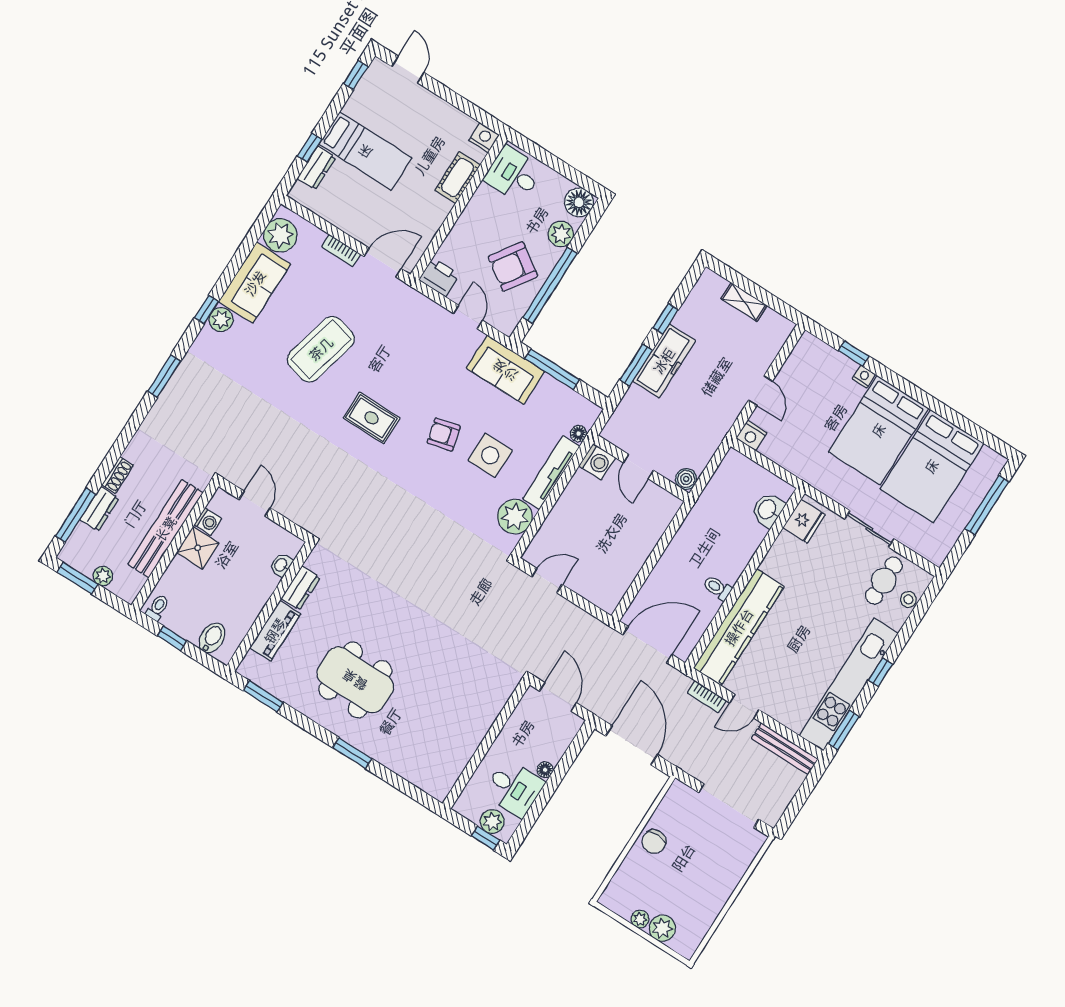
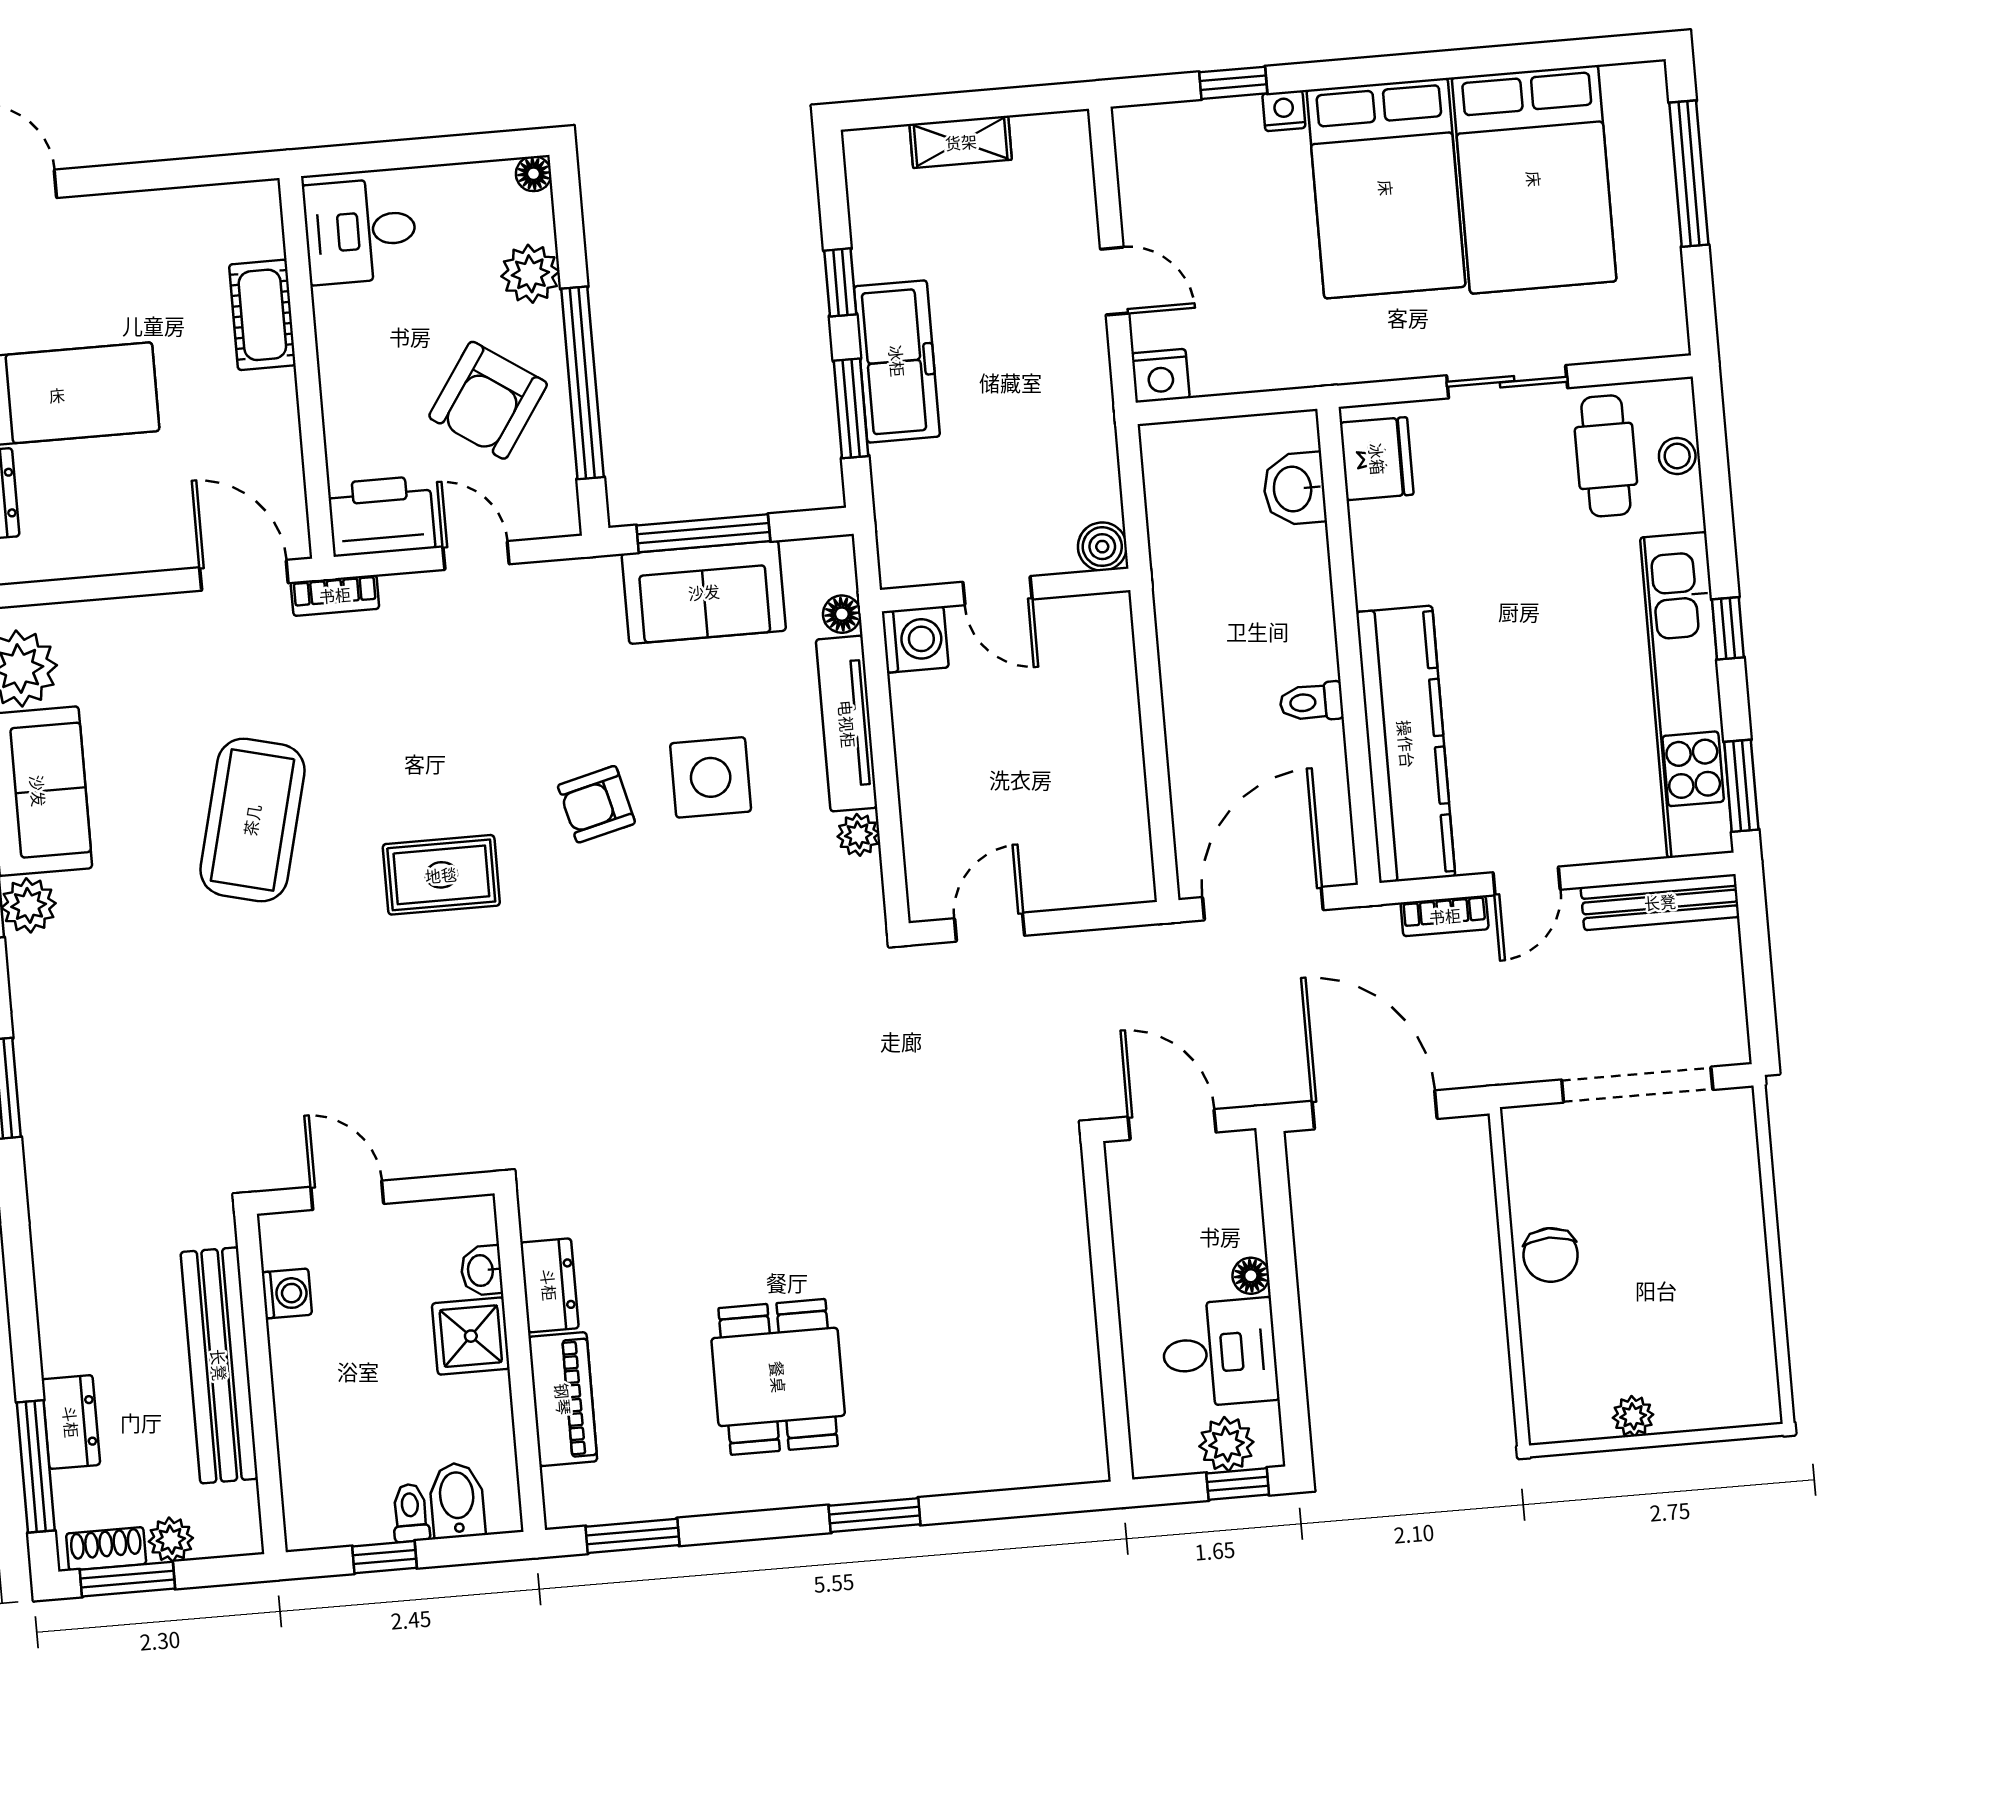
nightstand: (484, 138) -> (255, 205), removed
floor lamp: (579, 202) -> (534, 174), width x0.53, depth x0.53
bookcase: (341, 251) -> (335, 595), moved
door: (382, 262) -> (244, 575), hinge flipped
printer: (439, 277) -> (381, 516), width x1.37, depth x1.19
sofa: (505, 370) -> (704, 592), moved
shoe rack: (118, 475) -> (106, 1549), moved, turned -90
plant: (515, 517) -> (858, 835), width x0.53, depth x0.53
shower: (198, 548) -> (471, 1336), moved
toilet: (158, 608) -> (410, 1513), moved
dining table: (355, 680) -> (778, 1377), width x0.73
plant: (662, 928) -> (1687, 1402), removed

